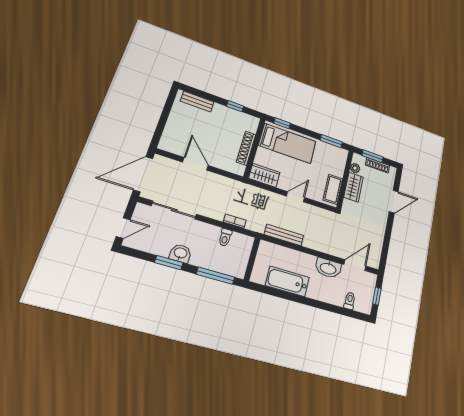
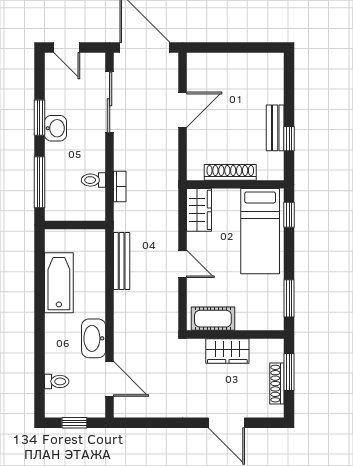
bench: (197, 101) -> (275, 128), moved
plant: (355, 168) -> (259, 347), removed

